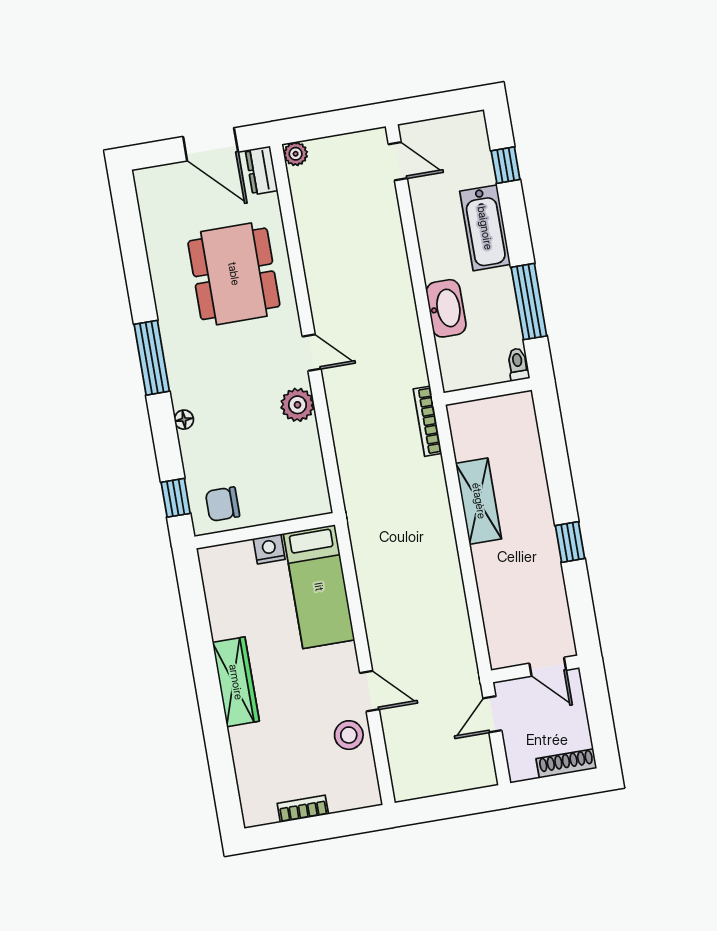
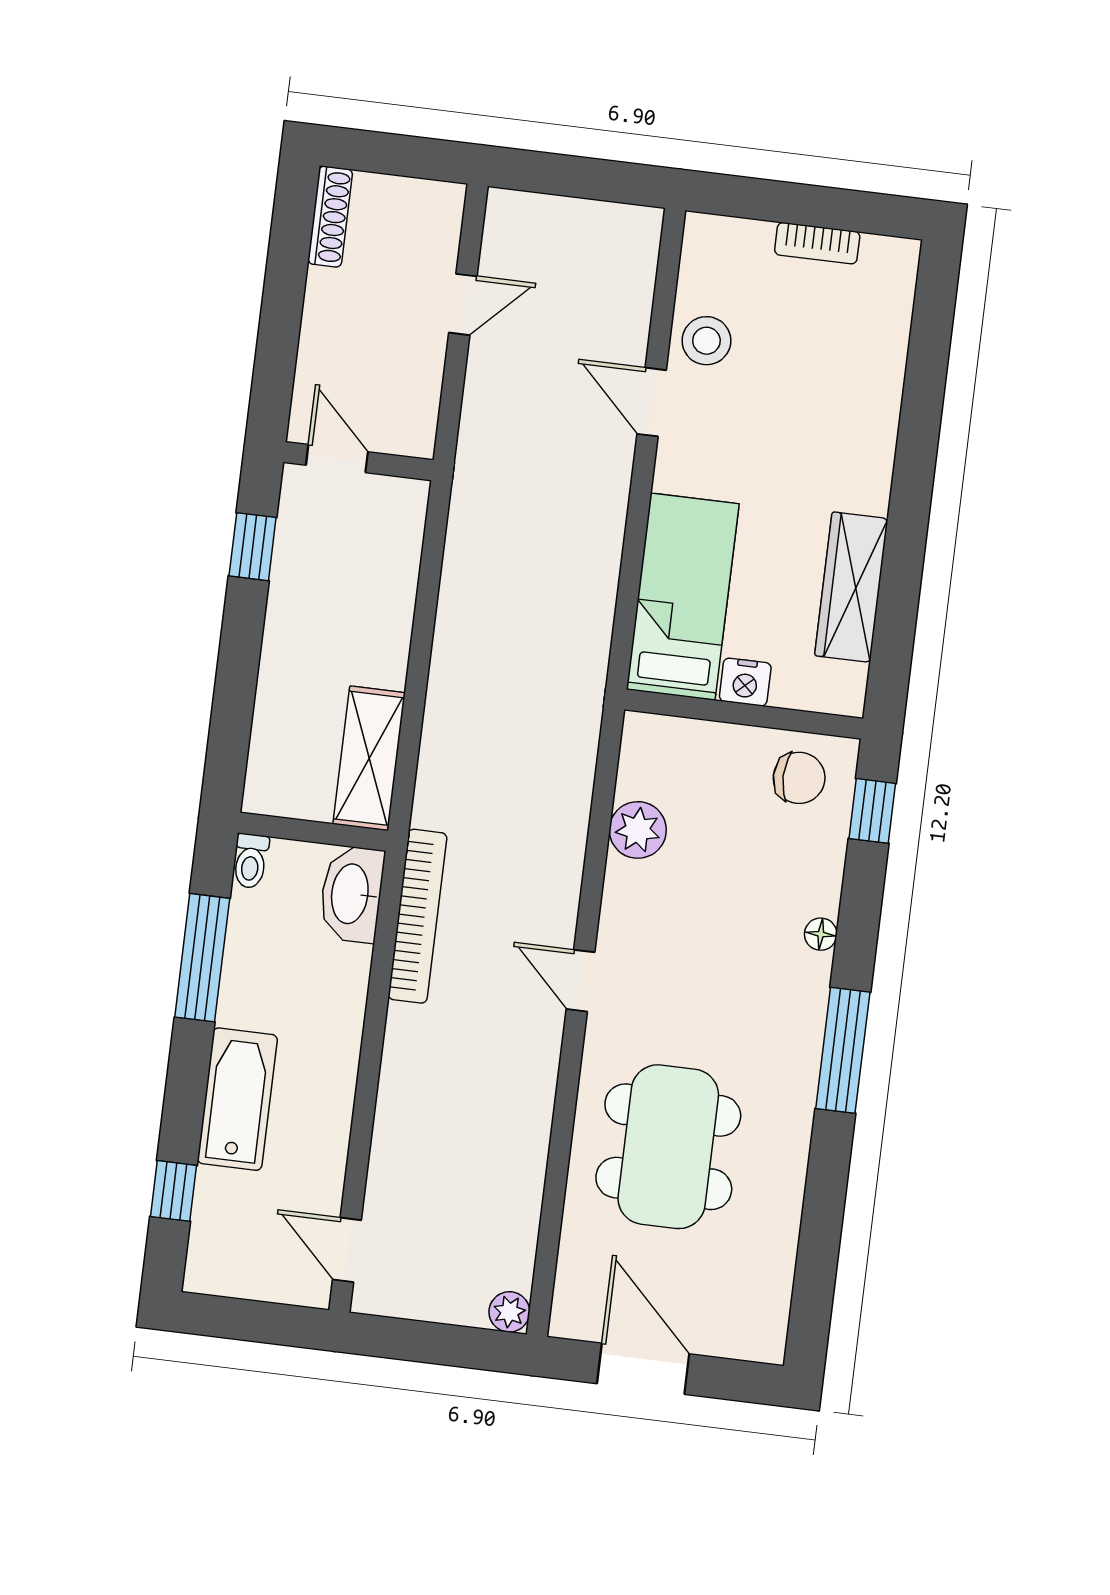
dresser: (262, 170) -> (573, 1301), removed
washbasin: (446, 308) -> (352, 894), moved
plant: (297, 405) -> (638, 830), moved
bookcase: (427, 421) -> (418, 916), moved, width x1.48, depth x1.31
shelving: (479, 501) -> (369, 758), moved
door: (548, 667) -> (337, 458), moved
wall: (535, 669) -> (358, 461), moved
wardrobe: (236, 682) -> (851, 587), moved
shoe rack: (566, 764) -> (330, 217), moved, turned -90

